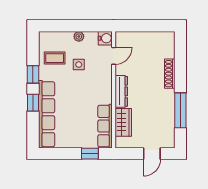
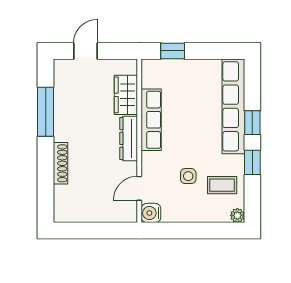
plant: (79, 36) -> (237, 215), moved
row of seats: (105, 126) -> (151, 120), moved

